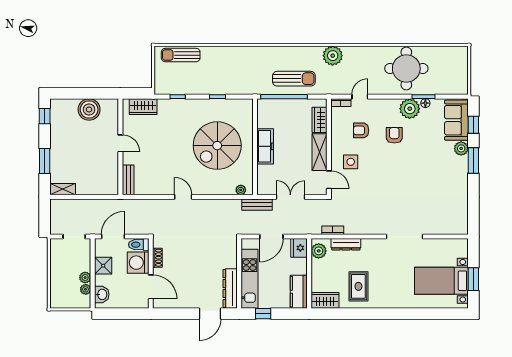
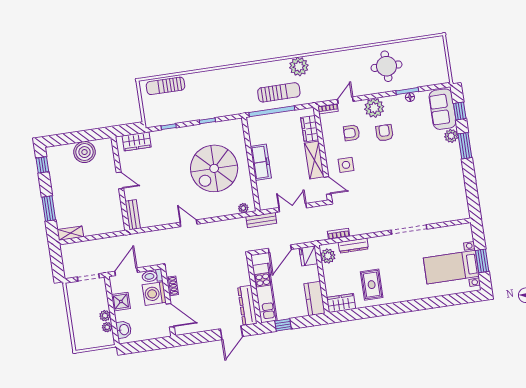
plant: (333, 56) -> (299, 67), moved
round table: (406, 68) -> (386, 66), width x0.73, depth x0.73
plant: (410, 109) -> (374, 108), moved

